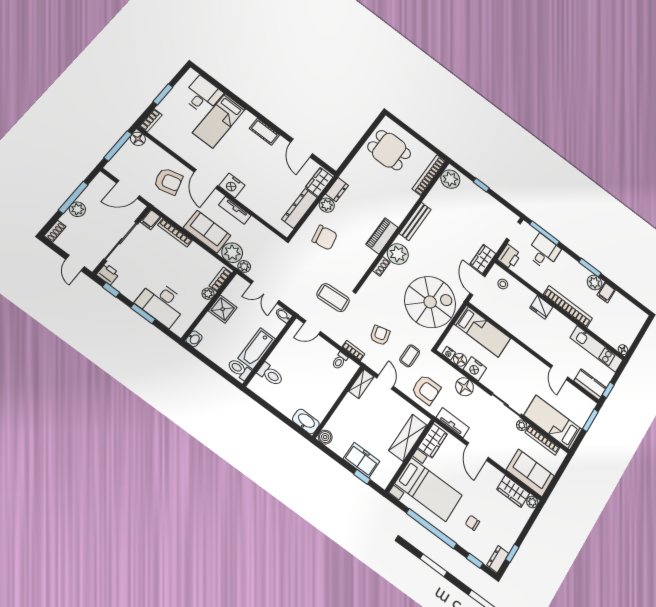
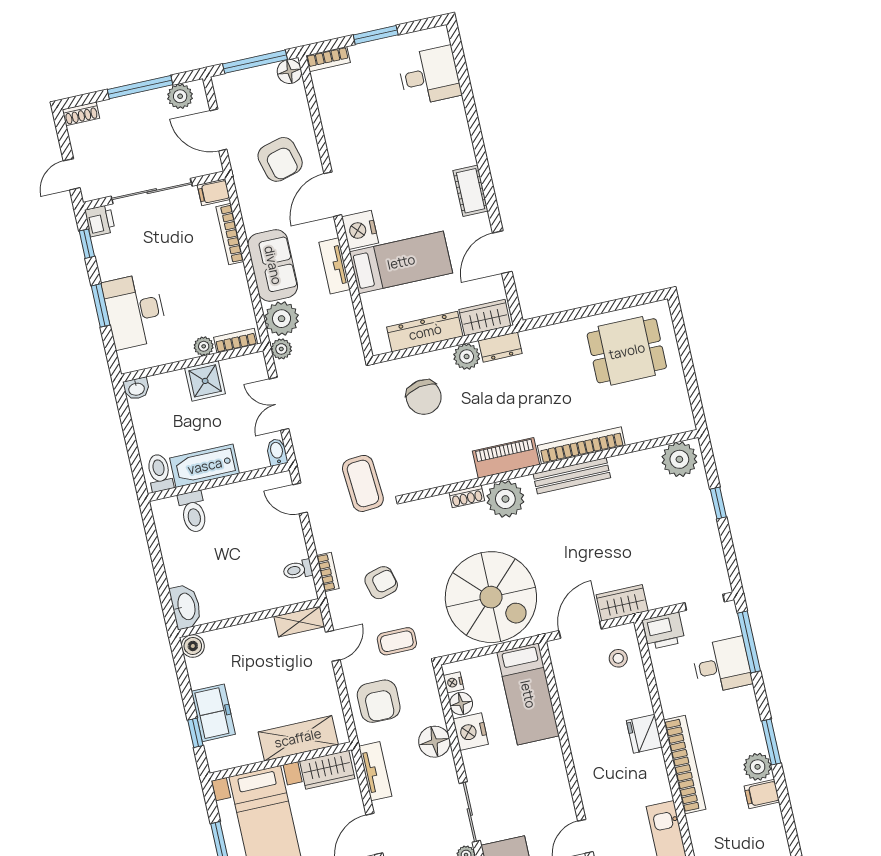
bed: (219, 121) -> (401, 262), moved, turned 180
dining table: (389, 150) -> (627, 351), turned 90
bookcase: (429, 175) -> (581, 445), moved
plant: (77, 209) -> (180, 96), moved

